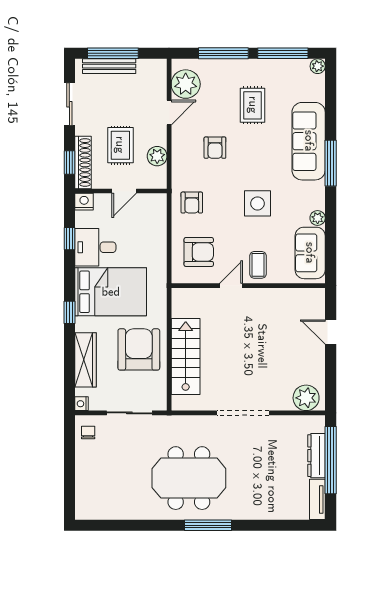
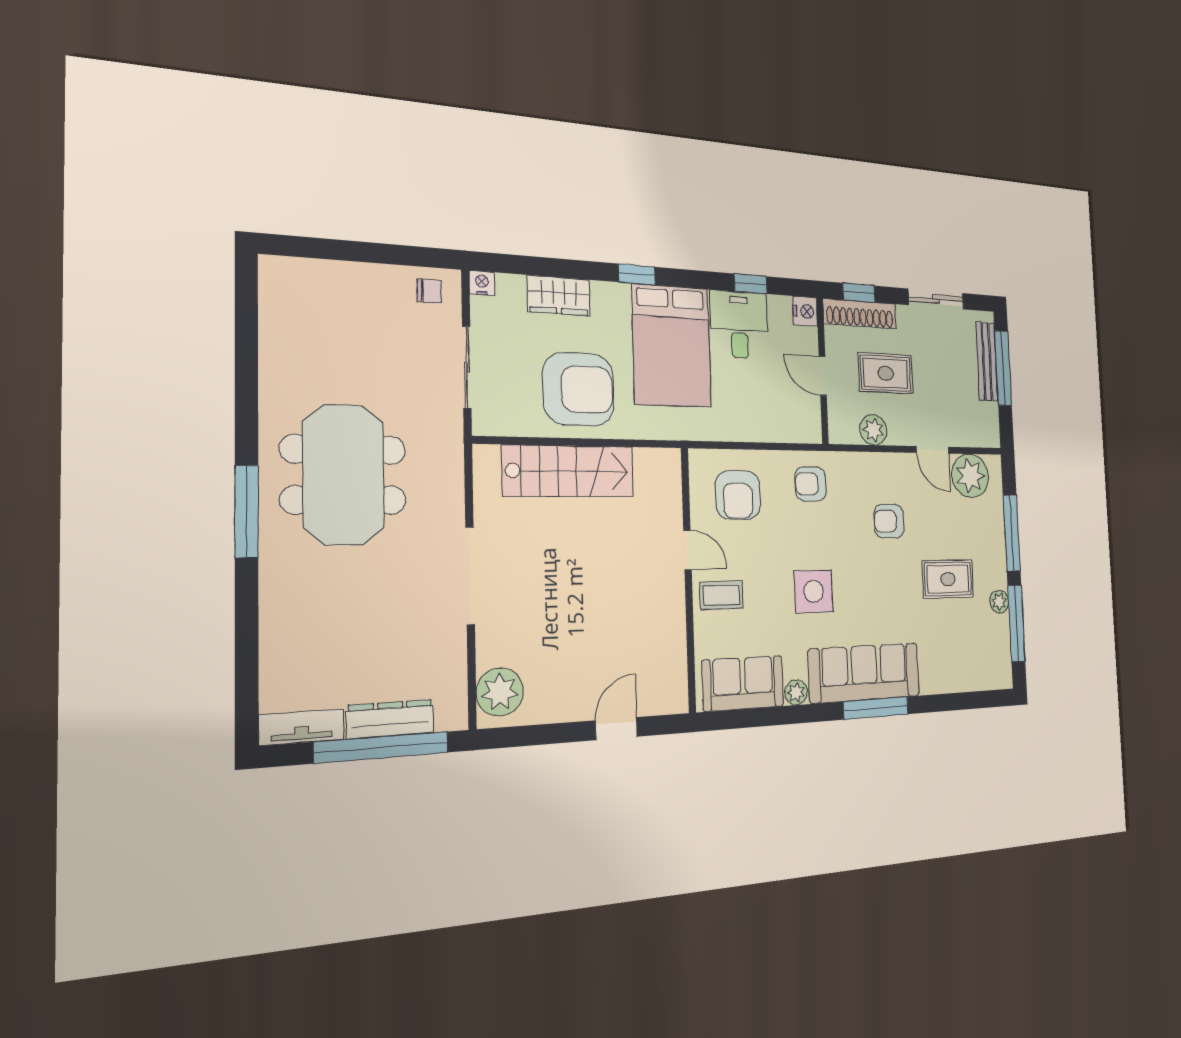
plant: (318, 66) -> (999, 602), moved
sofa: (309, 141) -> (864, 673), moved
wardrobe: (85, 360) -> (559, 296), width x0.67

